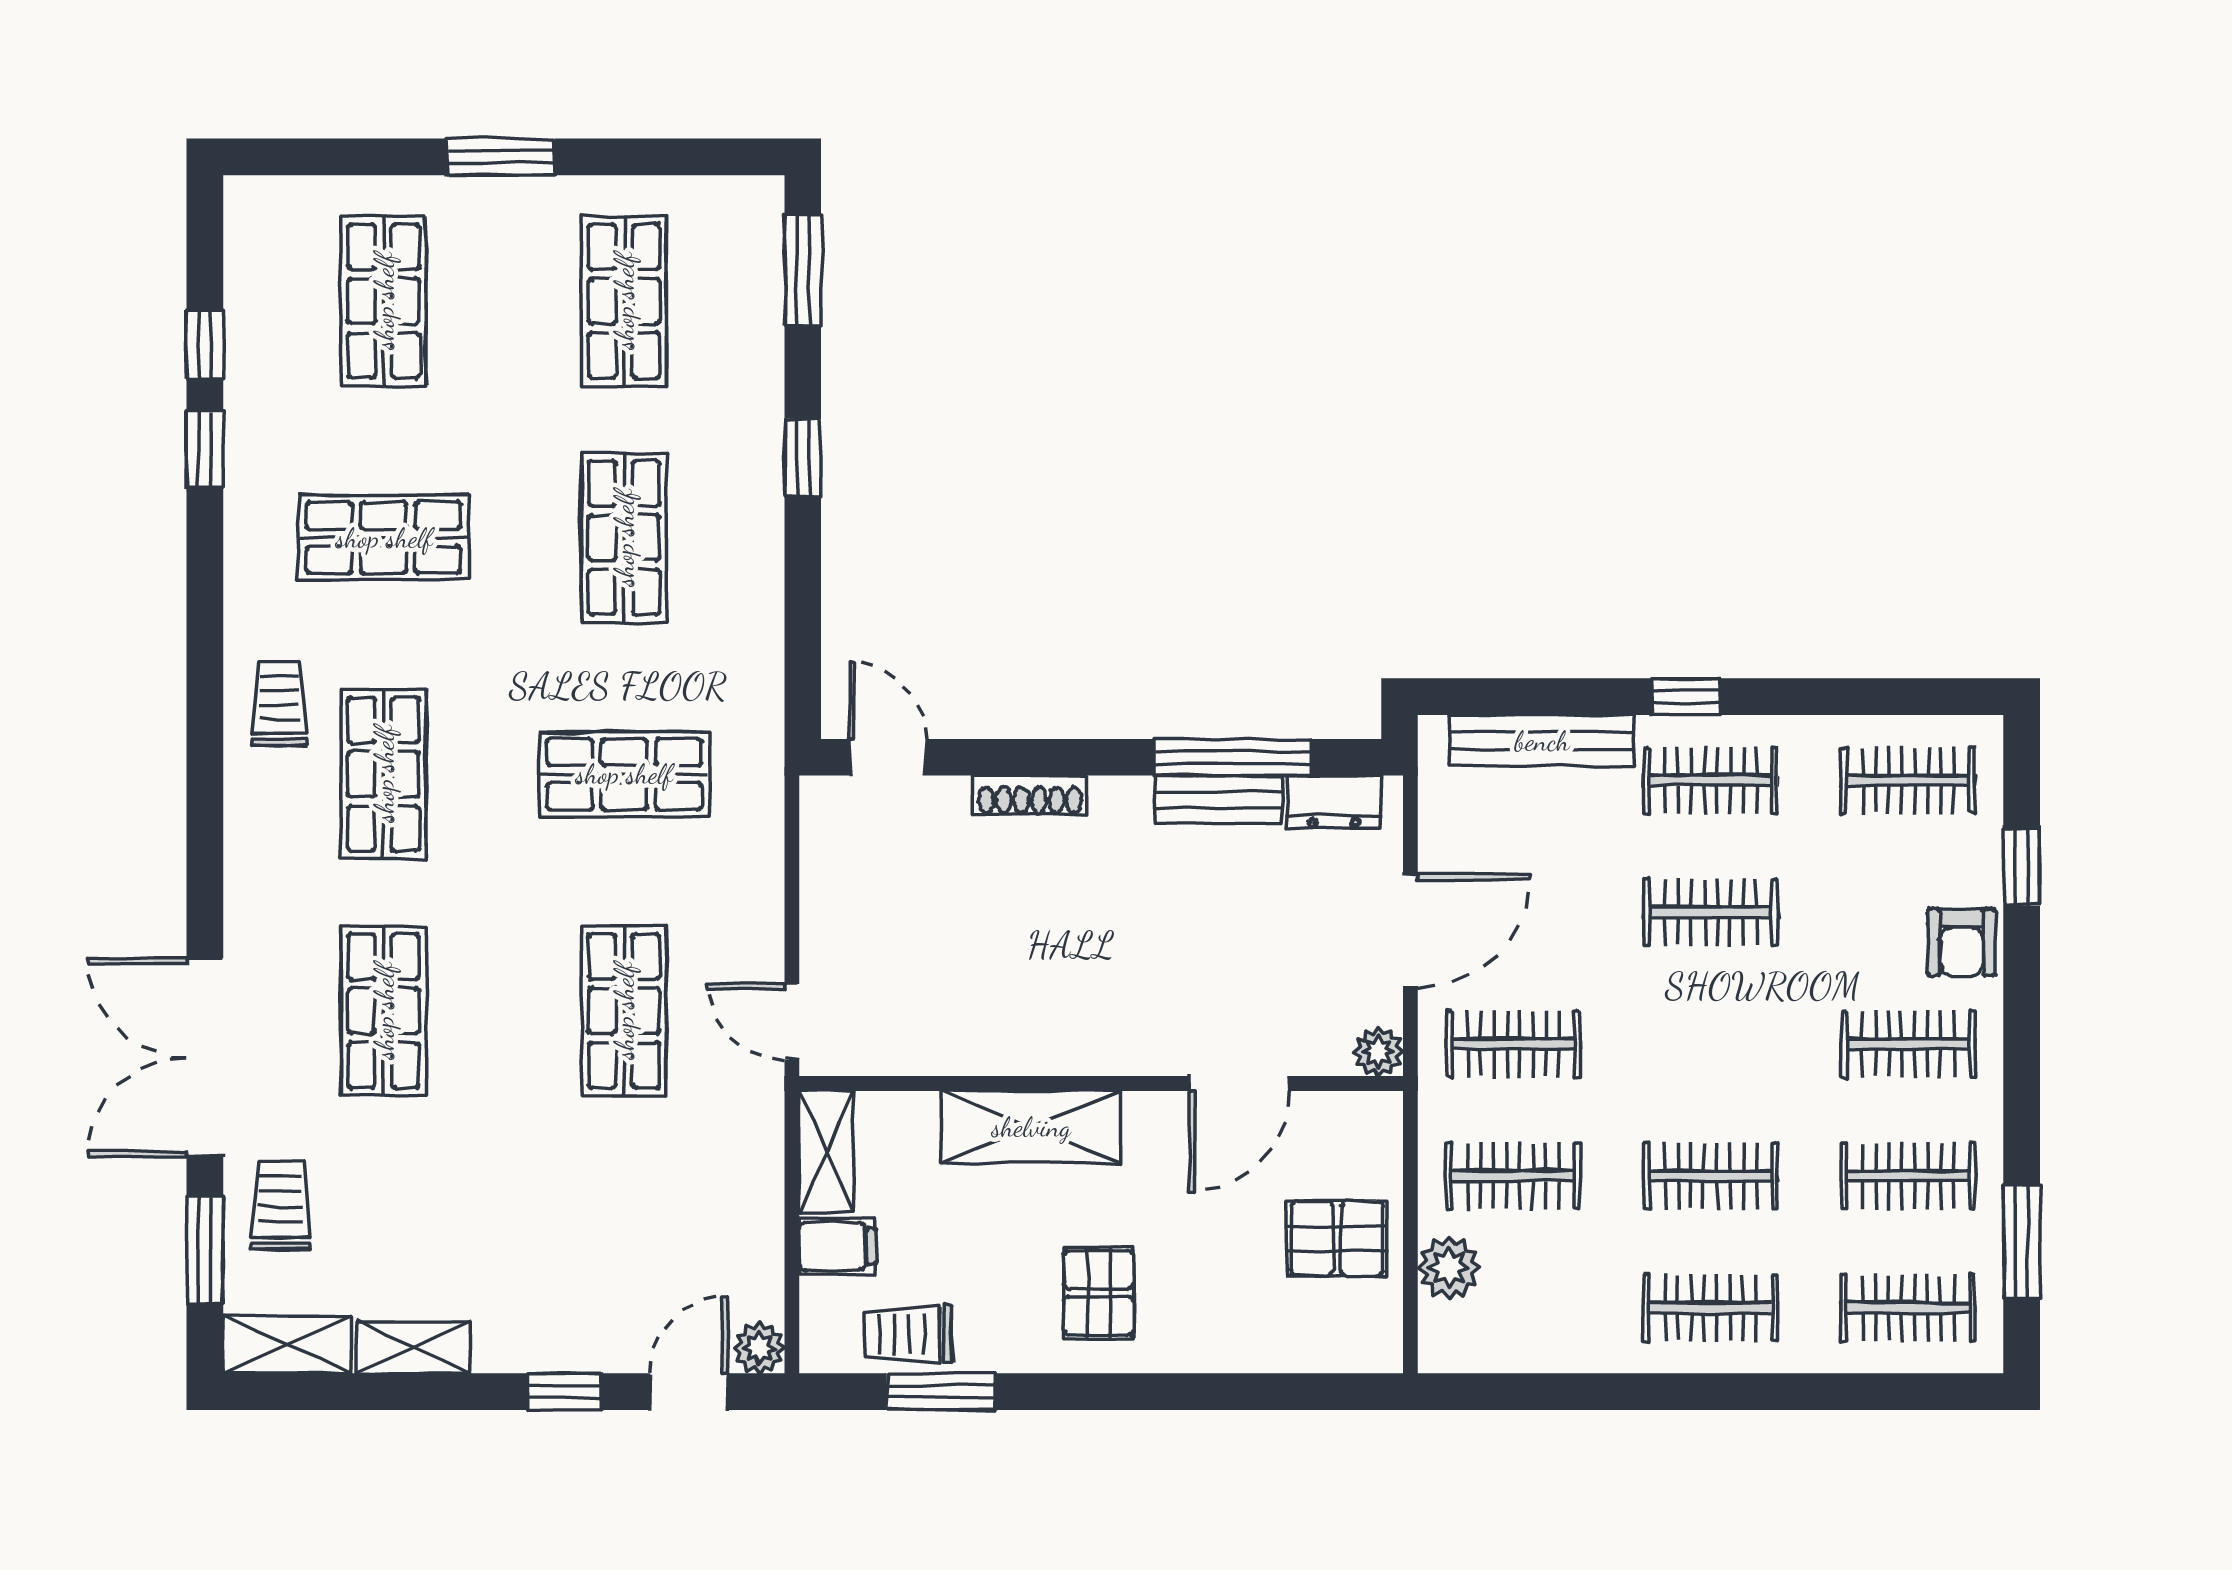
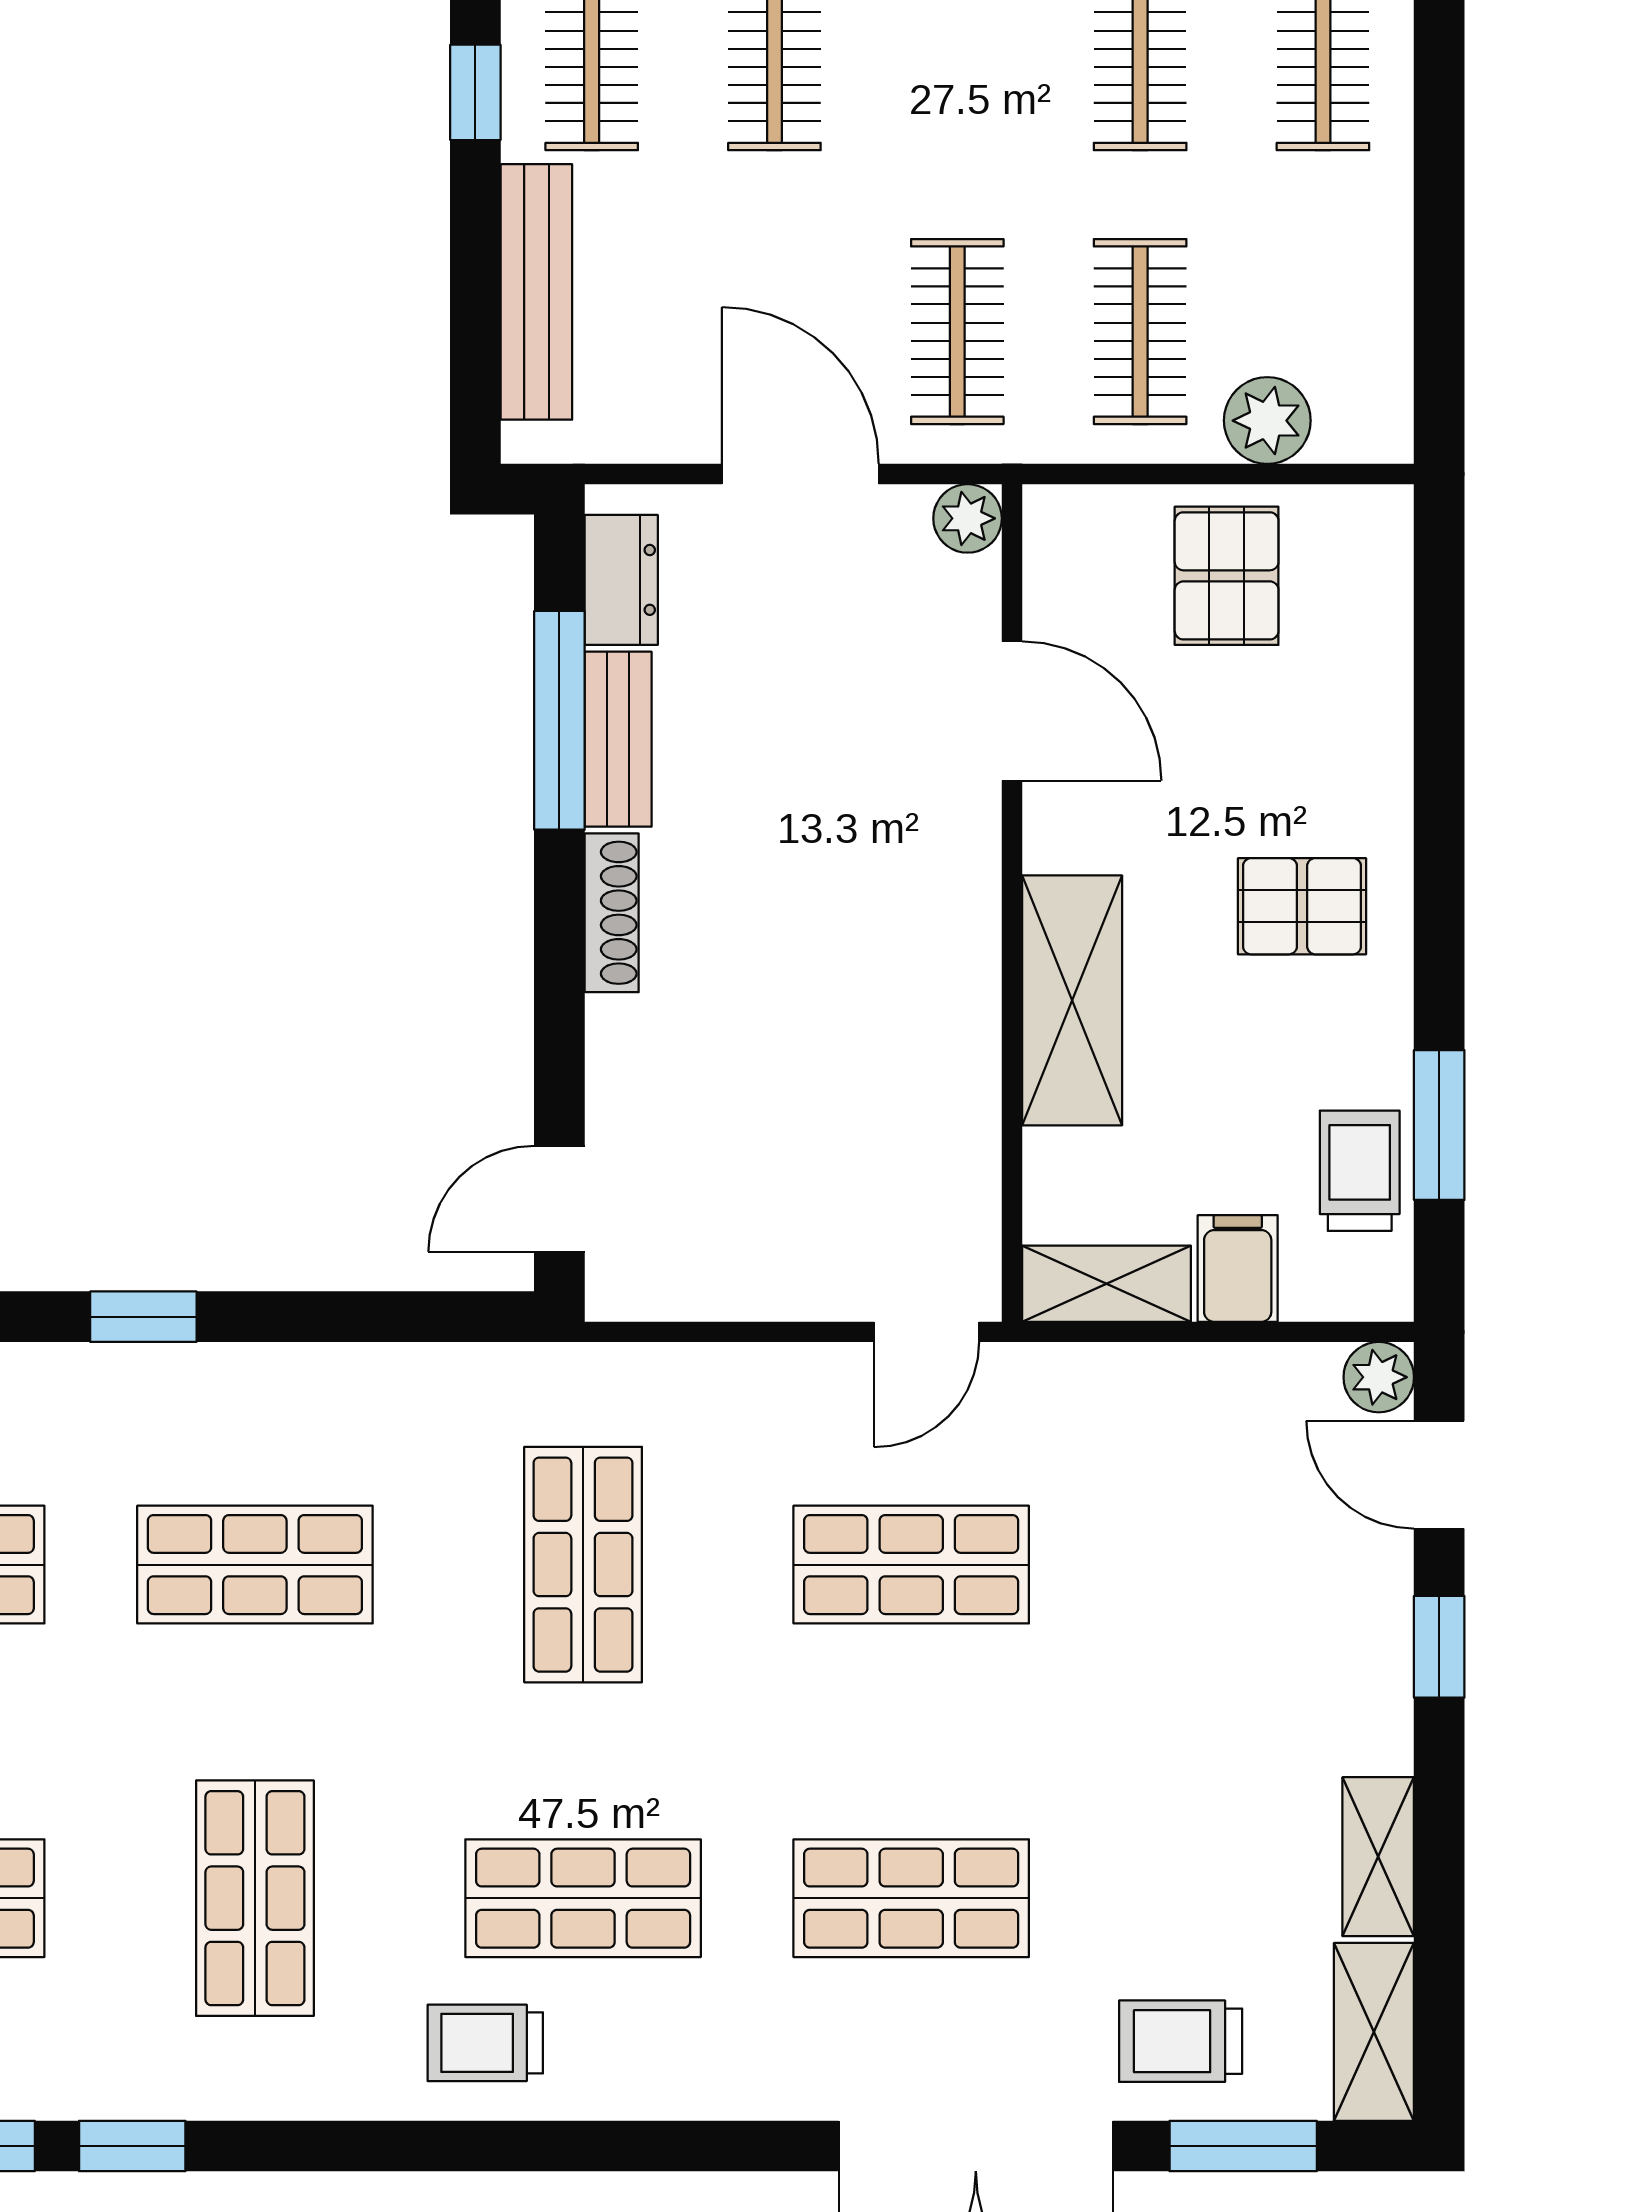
shoe rack: (1030, 795) -> (612, 913), moved
trolley: (908, 1334) -> (1360, 1171), turned 180

